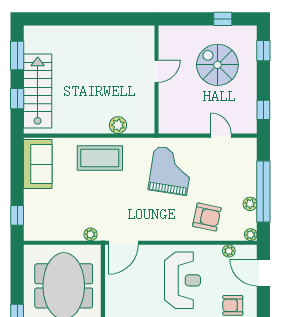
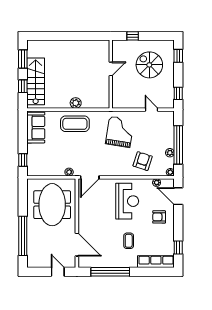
window: (223, 19) -> (133, 36), moved
plant: (118, 125) -> (76, 103), moved
armchair: (207, 217) -> (143, 161), turned -84

